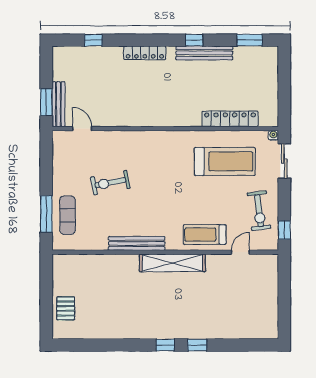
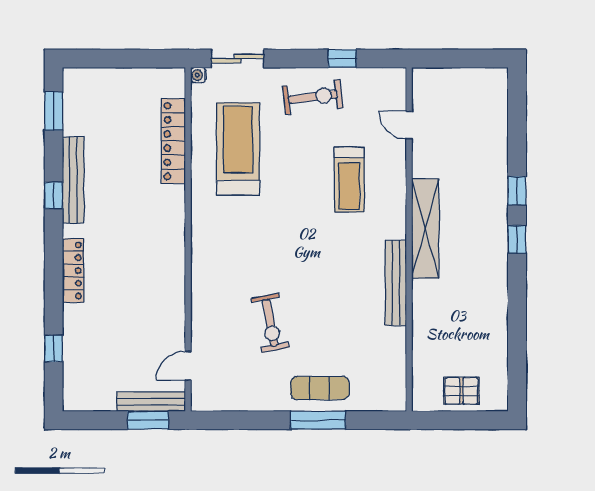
bench: (137, 243) -> (396, 283), moved
wall: (165, 252) -> (409, 239), moved
door: (240, 252) -> (409, 125), moved
shelving: (172, 263) -> (425, 229), moved

